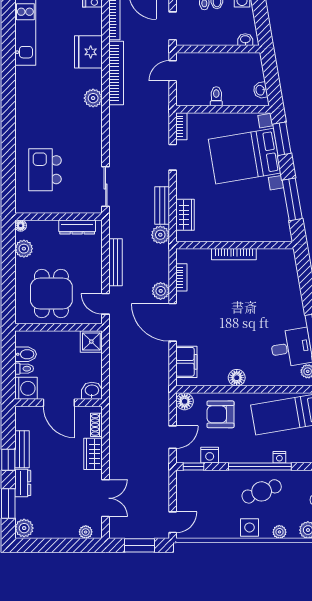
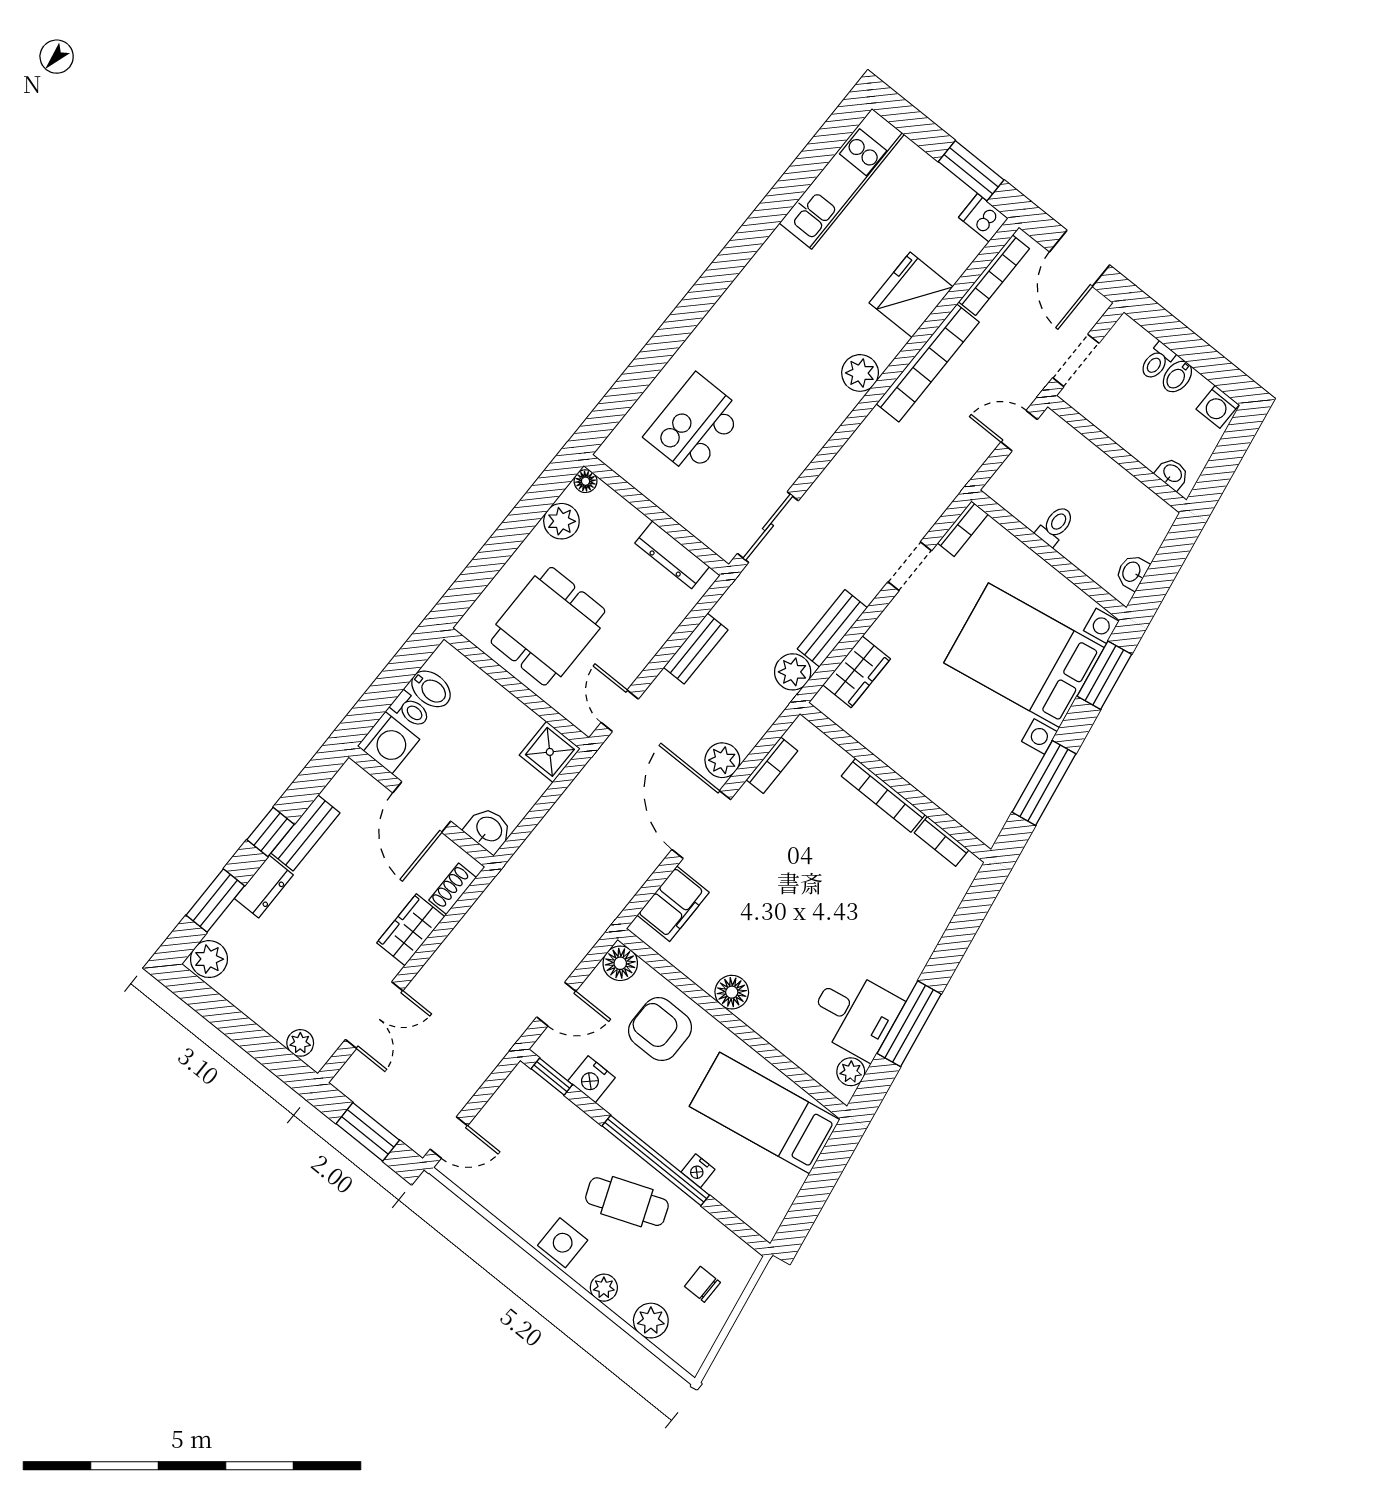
bookcase: (271, 254) -> (942, 841), added
bench: (116, 262) -> (696, 649), width x0.73

